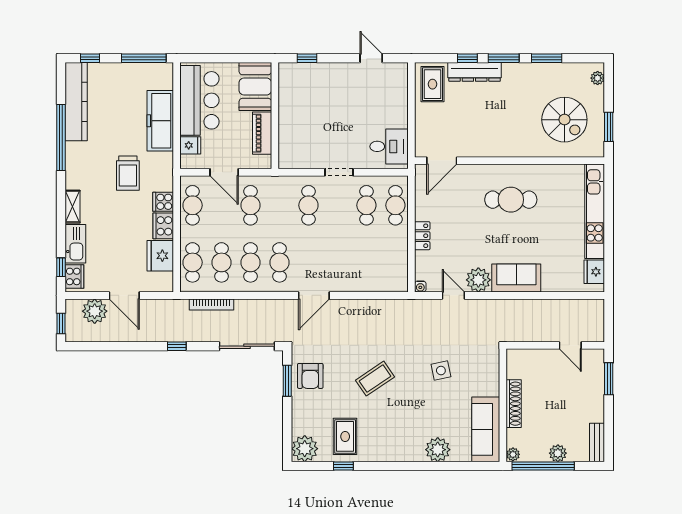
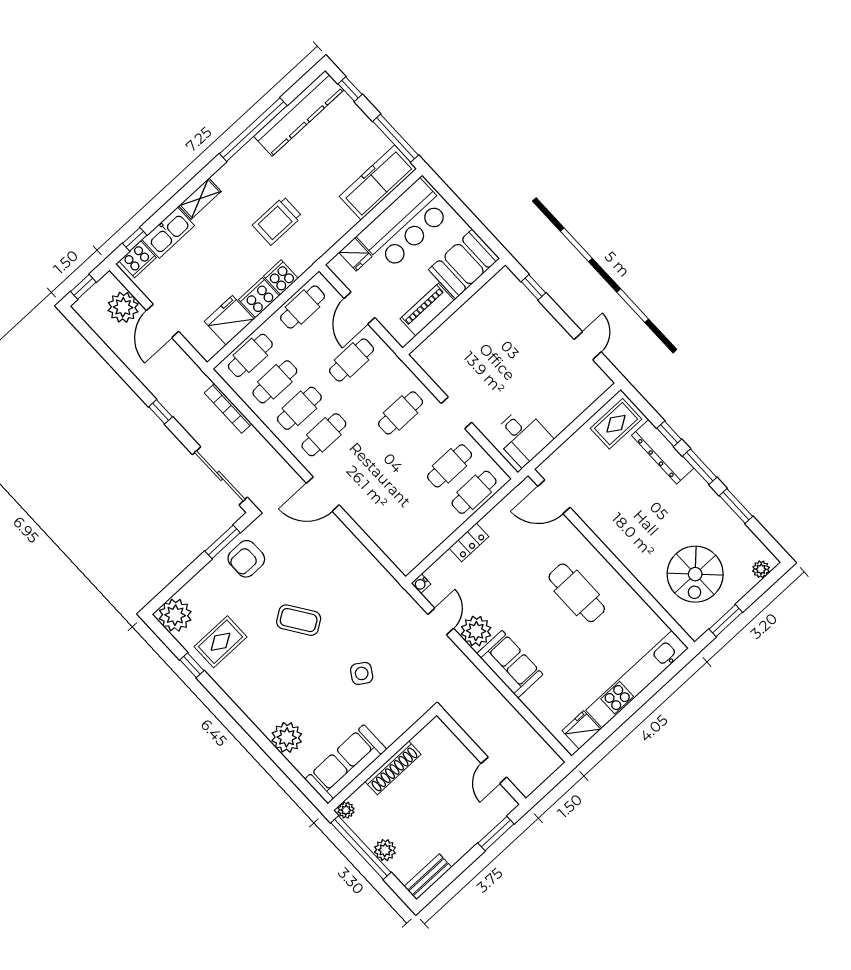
freezer: (160, 121) -> (378, 183), moved
side table: (441, 371) -> (362, 673), turned 45

